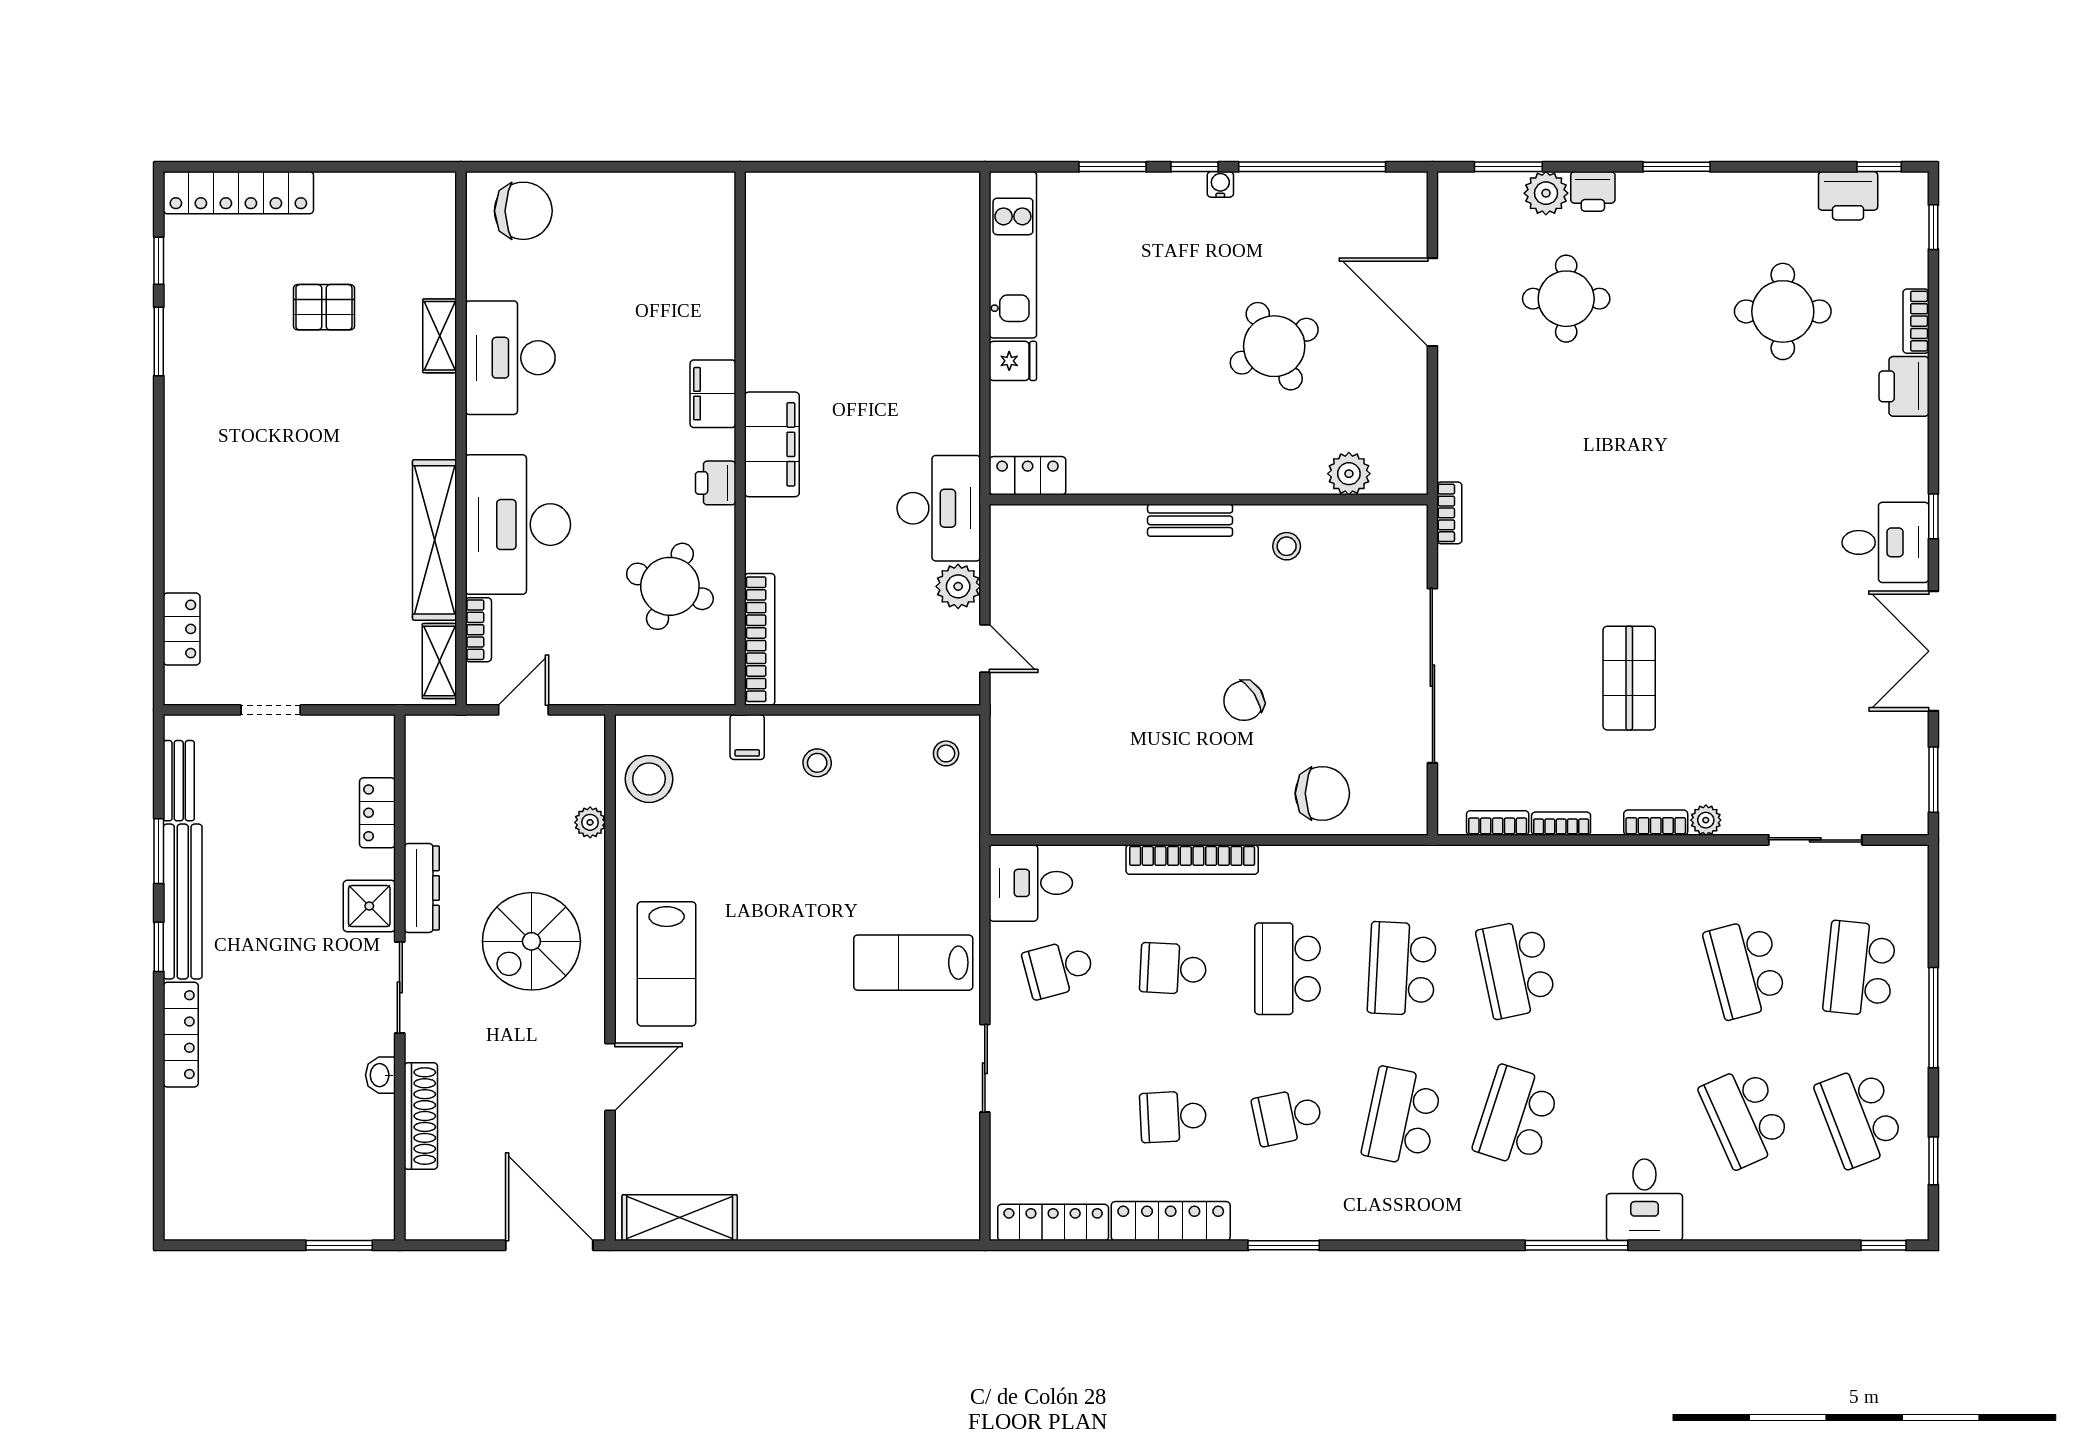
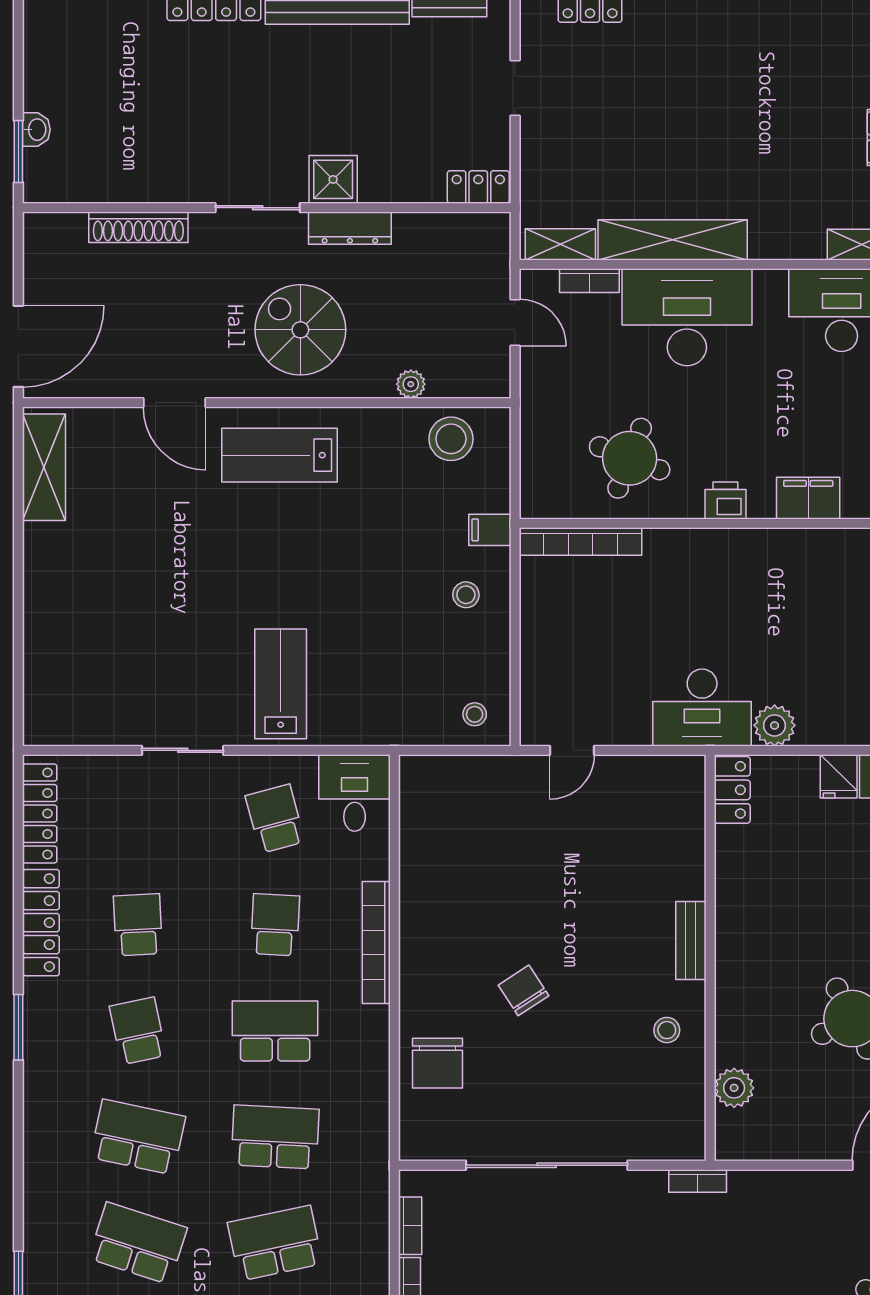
filing cabinet: (772, 444) -> (761, 553), removed
plant: (958, 586) -> (775, 725), moved
locker: (377, 813) -> (478, 187), moved
washbasin: (380, 1075) -> (36, 130), moved, turned 90

